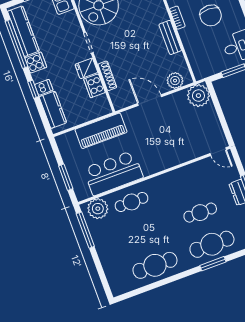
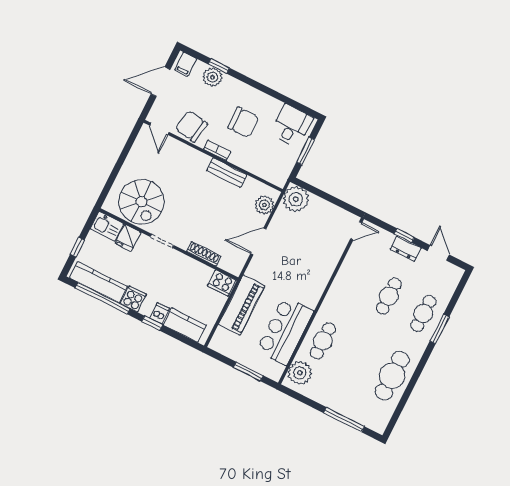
fridge: (86, 68) -> (128, 238), moved
cooker: (94, 86) -> (222, 283), moved
window: (85, 230) -> (344, 420), moved
cafe table: (212, 244) -> (423, 313), width x0.73, depth x0.74

